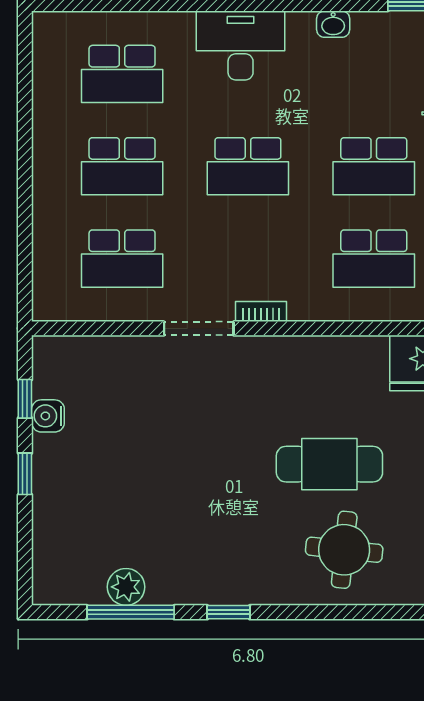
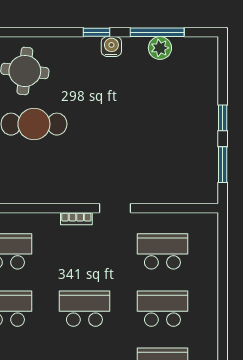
doorway: (199, 328) -> (115, 208), width x0.73
window: (25, 399) -> (223, 165), width x1.50
water cooler: (48, 416) -> (111, 47), moved, turned -90

